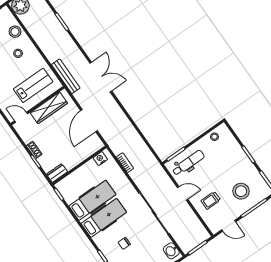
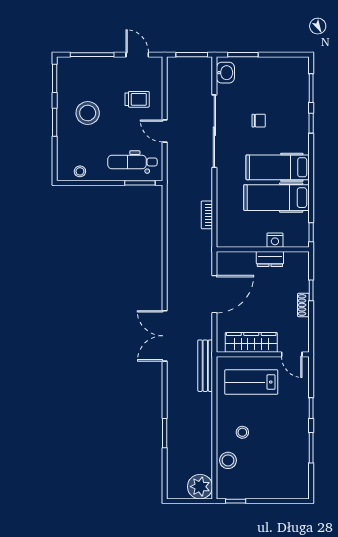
nightstand: (100, 159) -> (275, 240), moved
dresser: (57, 173) -> (270, 259), moved
stool: (241, 191) -> (88, 113), moved
chair: (124, 243) -> (259, 121), moved

